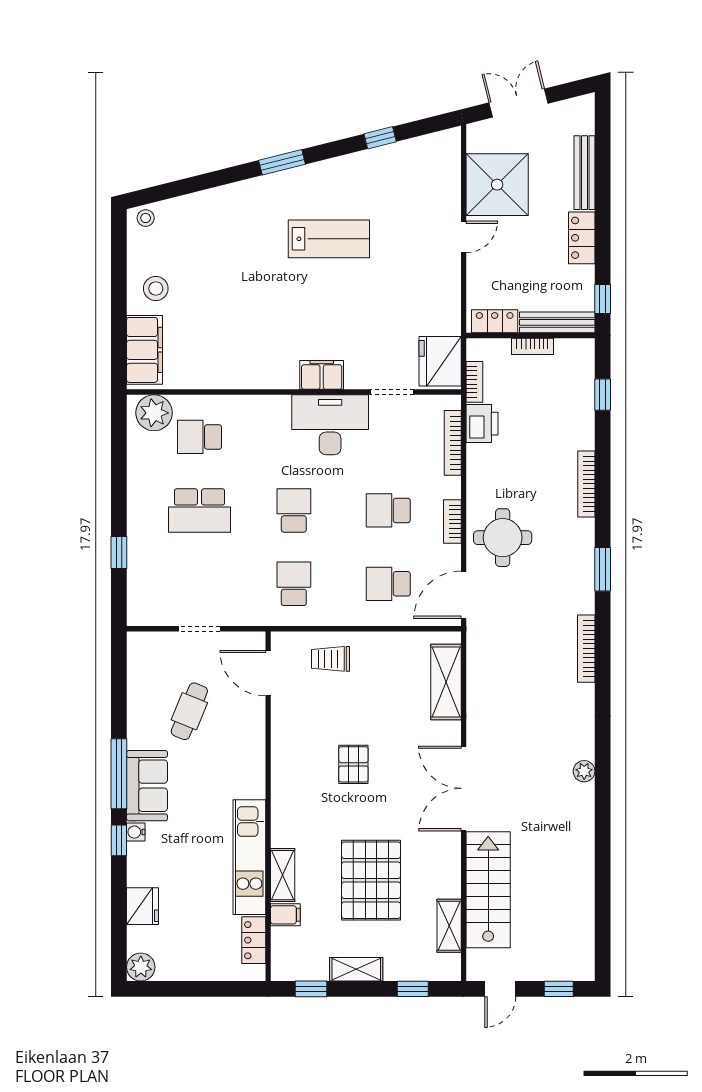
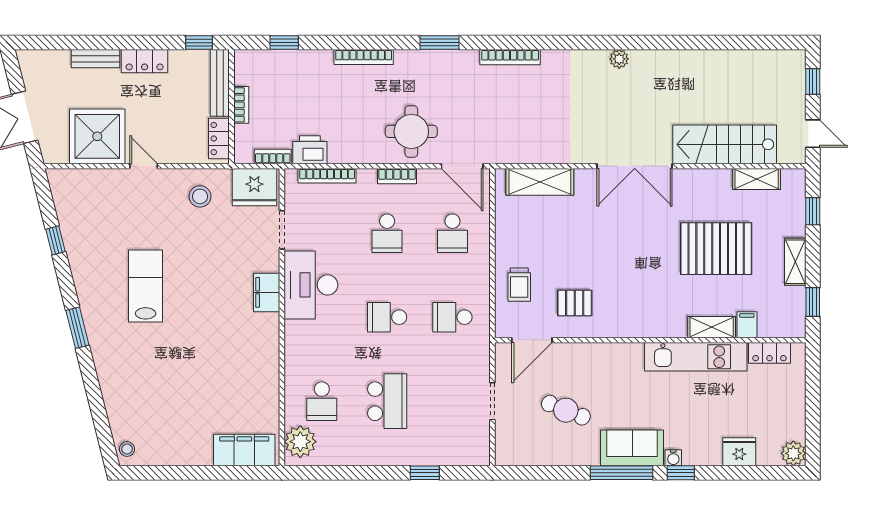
bench: (584, 173) -> (95, 59), width x0.73
stool: (156, 289) -> (200, 196), moved
pallet: (353, 764) -> (575, 303), moved

